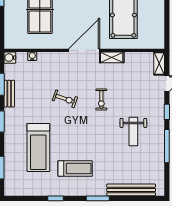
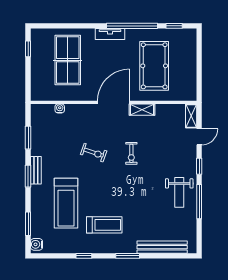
water cooler: (10, 58) -> (37, 244), moved
bench: (9, 94) -> (36, 170), moved
weight bench: (133, 132) -> (179, 192), moved

